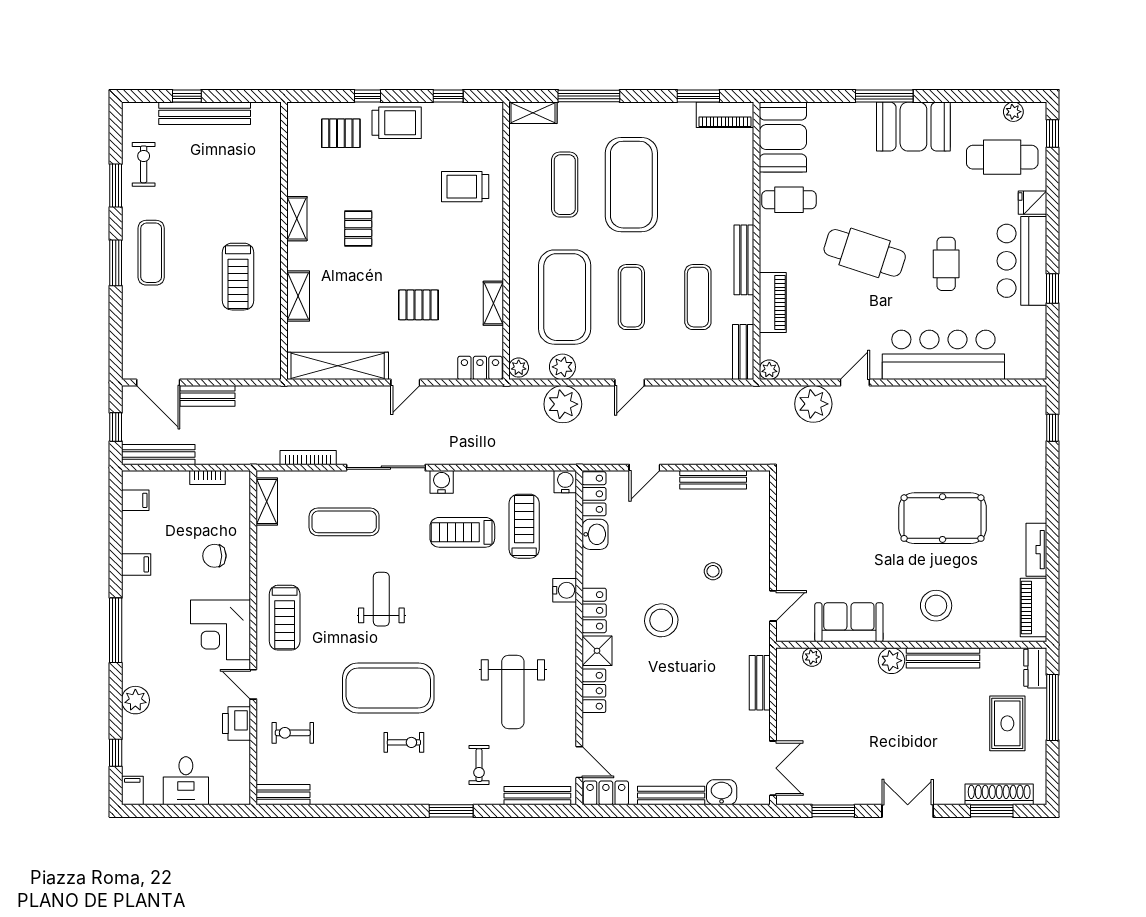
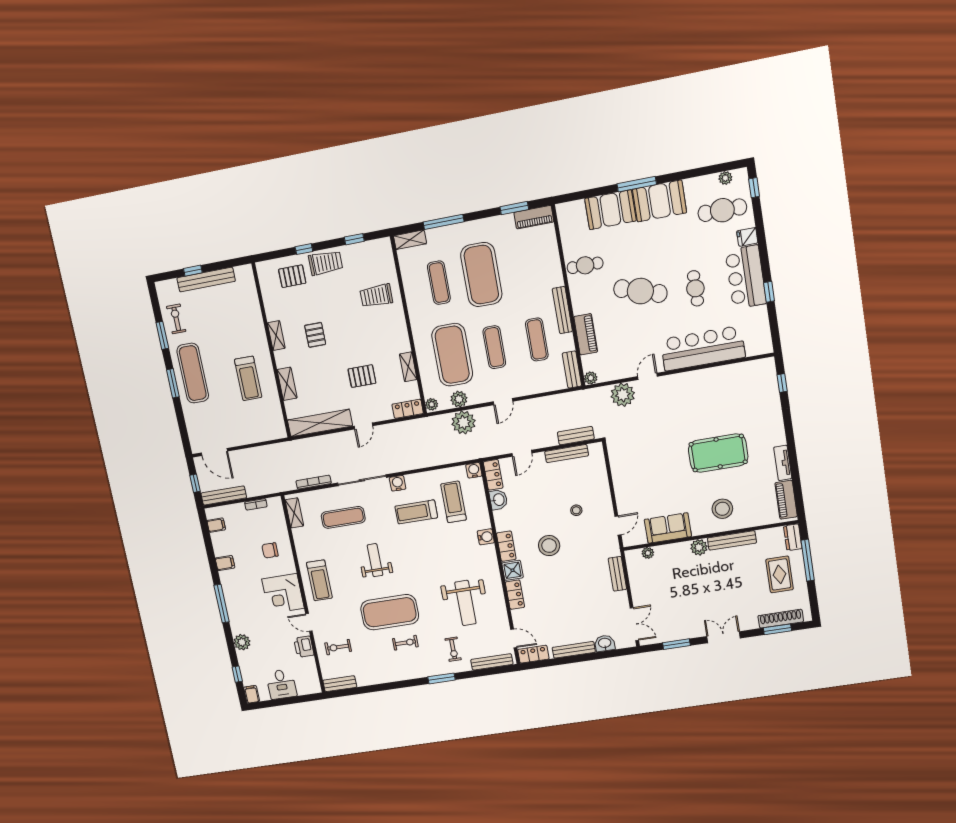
booth: (783, 137) -> (610, 210), moved, turned 90
exercise mat: (151, 253) -> (193, 373), width x1.36, depth x1.45
bench: (207, 396) -> (576, 436), moved

